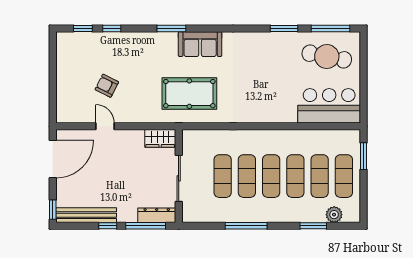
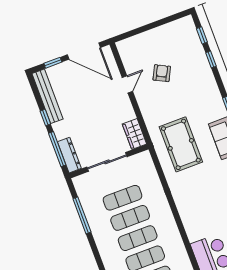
window: (53, 210) -> (53, 63), moved
window: (246, 226) -> (82, 215), moved

